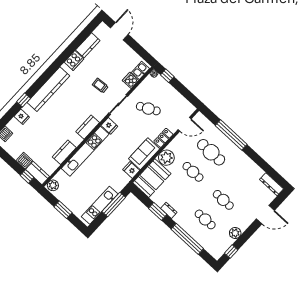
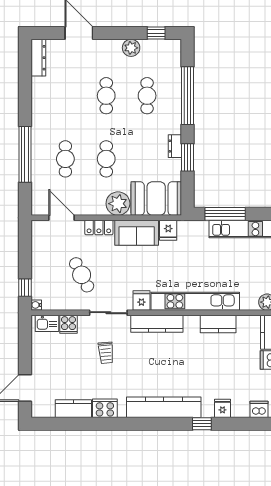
kitchen counter: (88, 127) -> (157, 324), width x1.50
cafe table: (211, 152) -> (65, 159), width x0.73, depth x0.74

